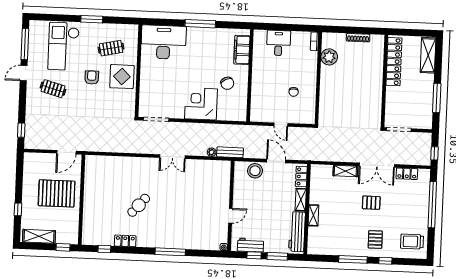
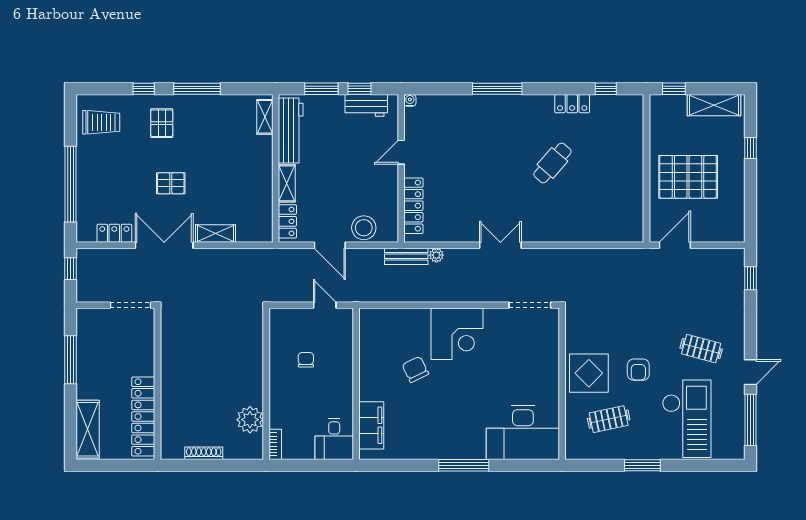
filing cabinet: (242, 50) -> (371, 425), moved
wall: (250, 75) -> (356, 384), moved
locker: (224, 183) -> (413, 206), added
shelving: (313, 215) -> (265, 117), moved

